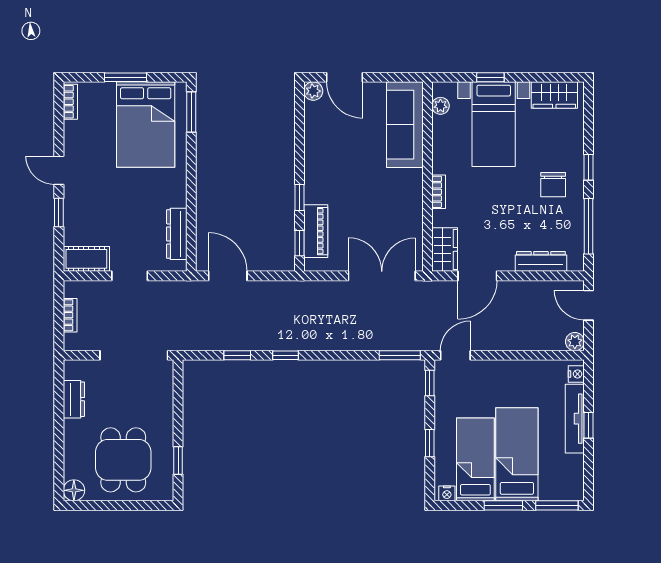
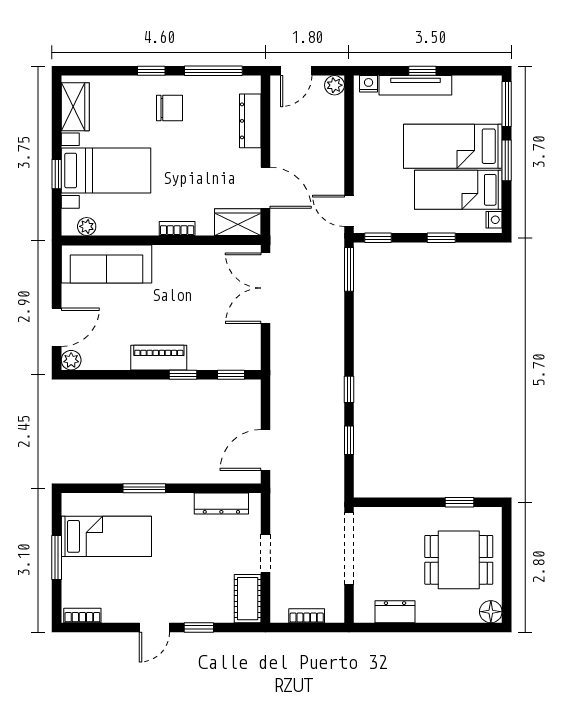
window: (191, 112) -> (144, 488), moved
bed: (146, 125) -> (106, 536), width x0.67
piano: (316, 231) -> (159, 358), moved

